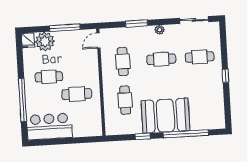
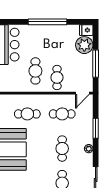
door: (98, 40) -> (82, 93), swing flipped
cafe table: (49, 77) -> (57, 78), moved
window: (23, 100) -> (48, 22), moved

